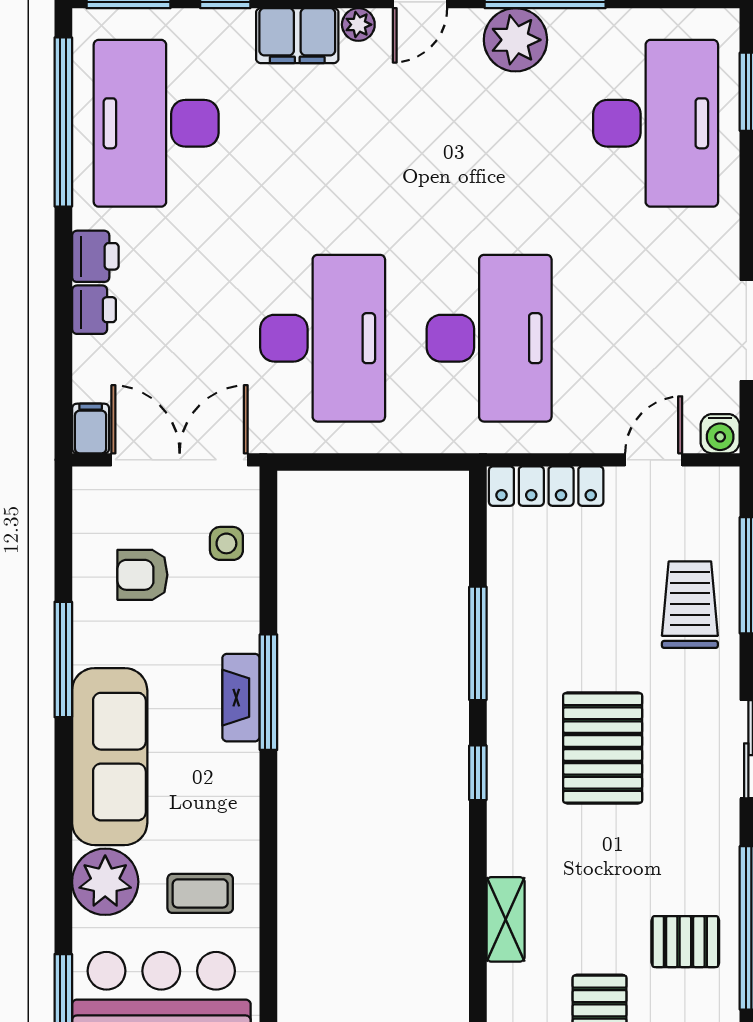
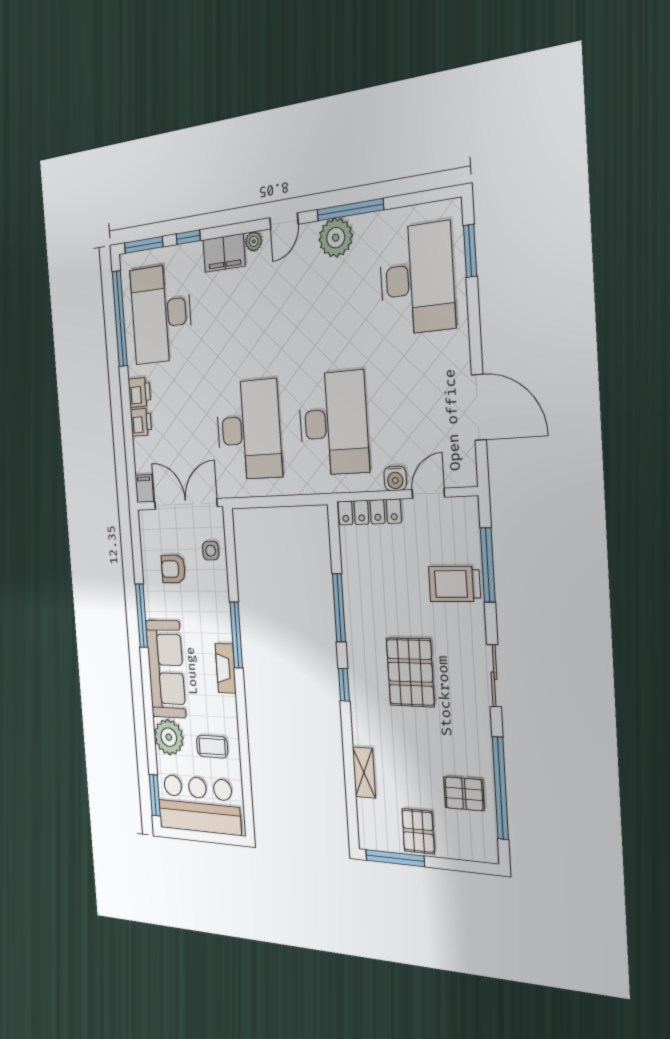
water cooler: (720, 434) -> (395, 478), moved
trolley: (690, 605) -> (454, 584), turned -90
fireplace: (241, 698) -> (226, 668), moved

